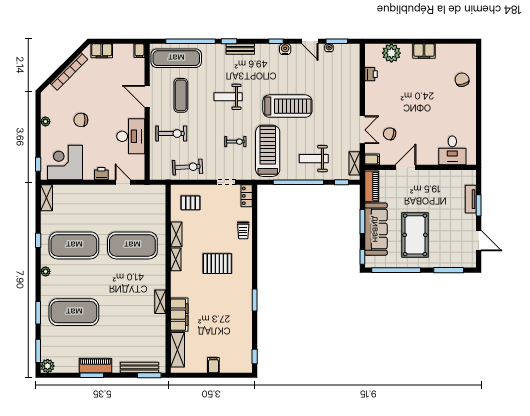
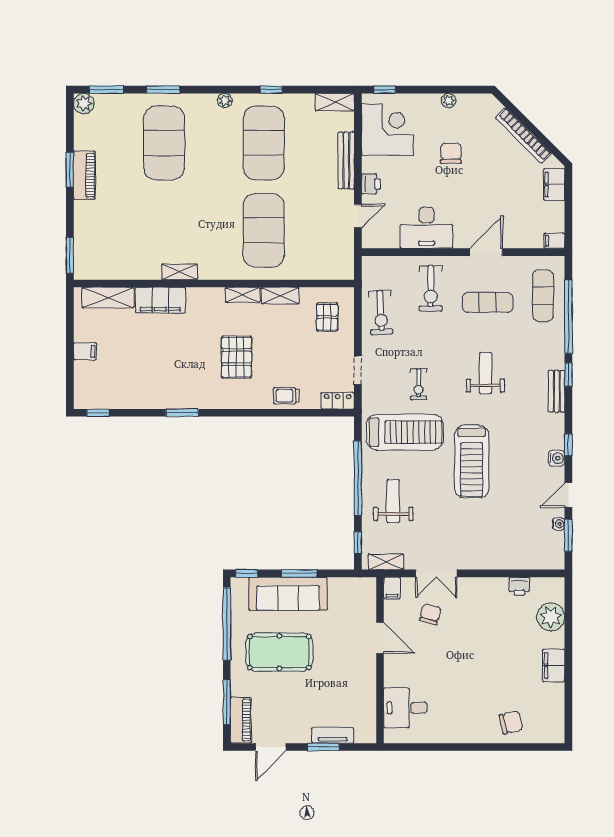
exercise mat: (176, 58) -> (543, 296), width x0.73, depth x0.69
piano: (372, 186) -> (241, 720), moved, turned -90
bench: (139, 367) -> (346, 160), moved

